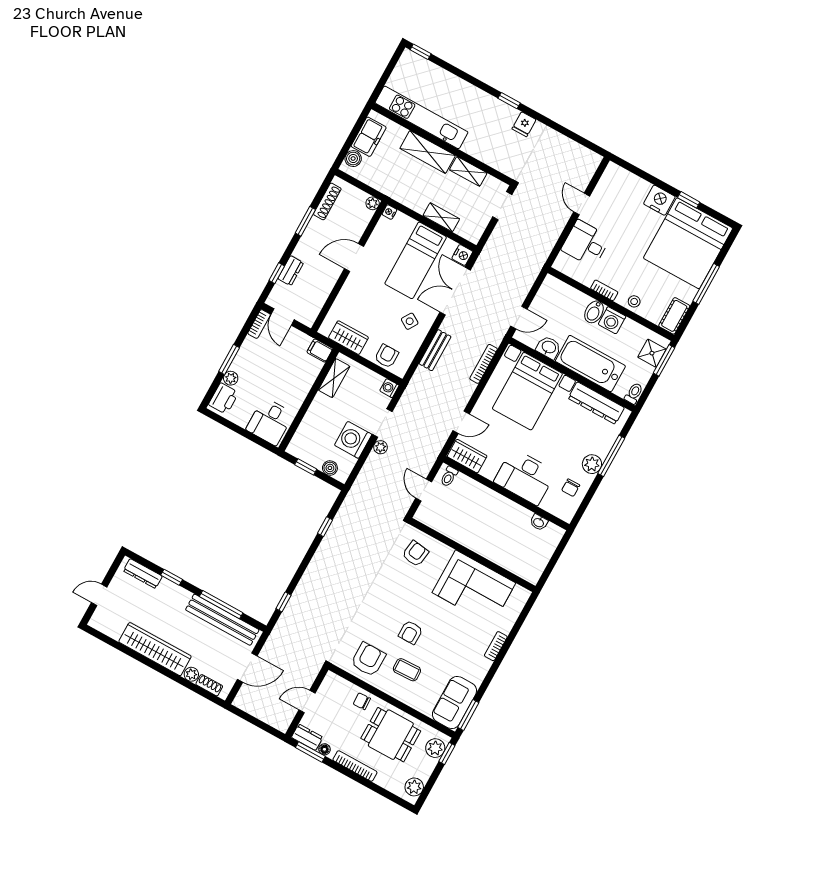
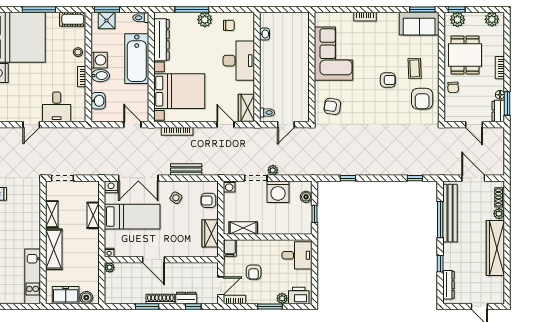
kitchen unit: (422, 117) -> (33, 276), width x0.73
shoe rack: (327, 201) -> (160, 299), moved
washbasin: (549, 347) -> (98, 101), moved, turned 180
armchair: (278, 362) -> (254, 272), added
armchair: (368, 659) -> (422, 99), turned -90
bookcase: (355, 766) -> (500, 68), width x0.64

